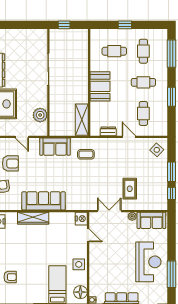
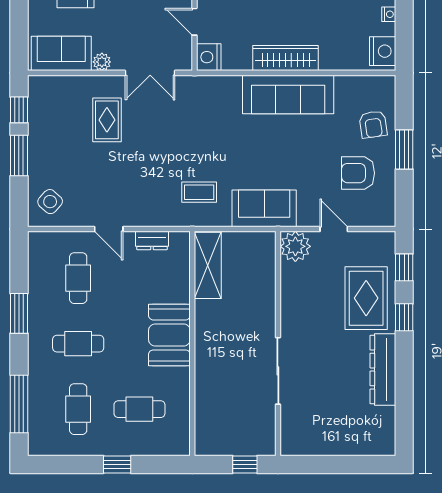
plant: (40, 115) -> (295, 246), moved
wardrobe: (33, 218) -> (286, 58), moved

